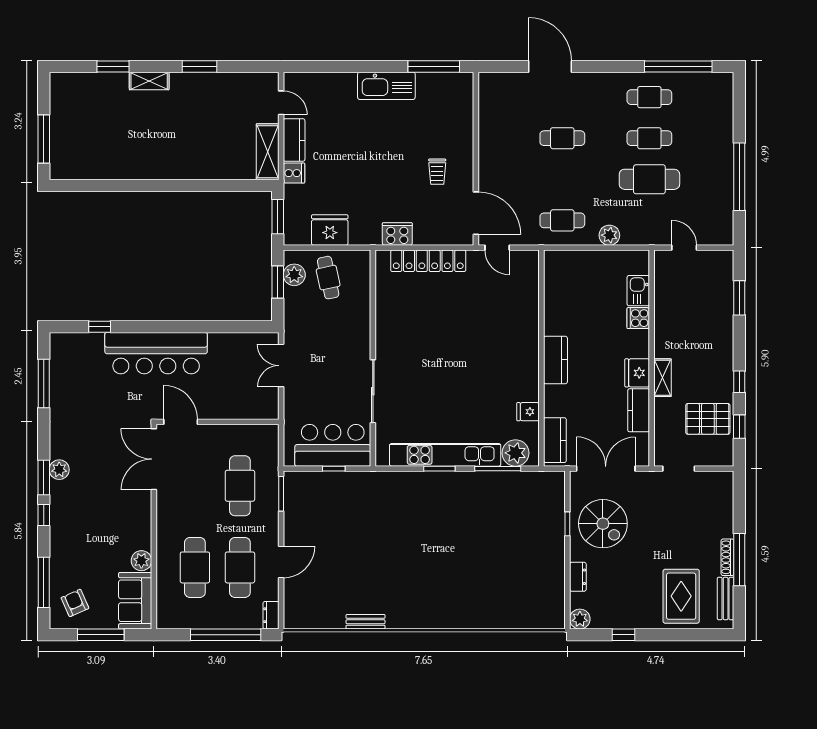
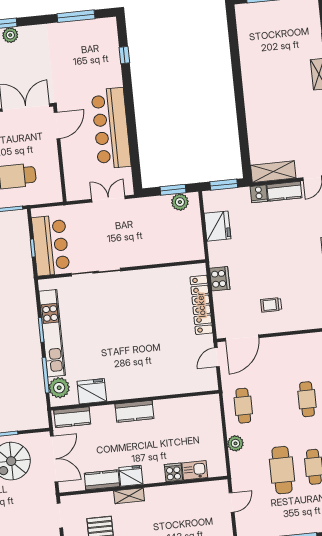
cafe table: (328, 278) -> (180, 229), removed
bar counter: (156, 353) -> (111, 128), moved
fridge: (528, 412) -> (92, 391), width x1.88, depth x1.34

